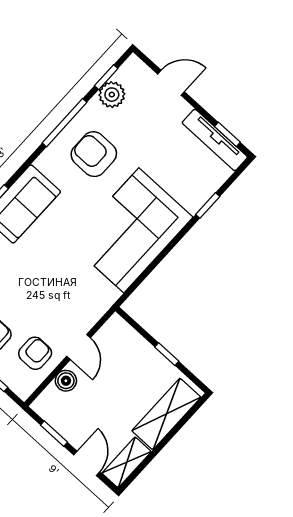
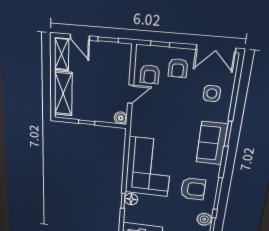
floor lamp: (194, 200) -> (131, 199), added
door: (79, 347) -> (131, 94), swing flipped
boiler: (66, 381) -> (121, 118), moved

